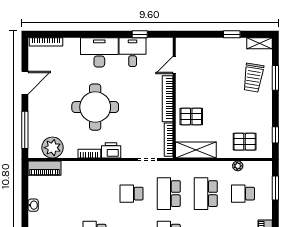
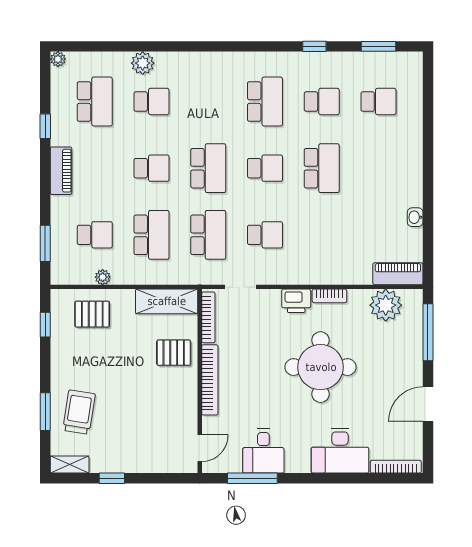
window: (140, 34) -> (252, 478), width x2.17
desk: (99, 52) -> (340, 451), moved
door: (174, 65) -> (200, 448), moved

